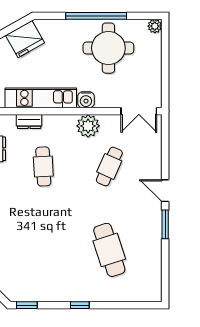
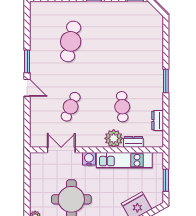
double door: (139, 111) -> (61, 150), moved
plant: (88, 126) -> (114, 138), moved
cafe table: (109, 250) -> (71, 41), turned 30

